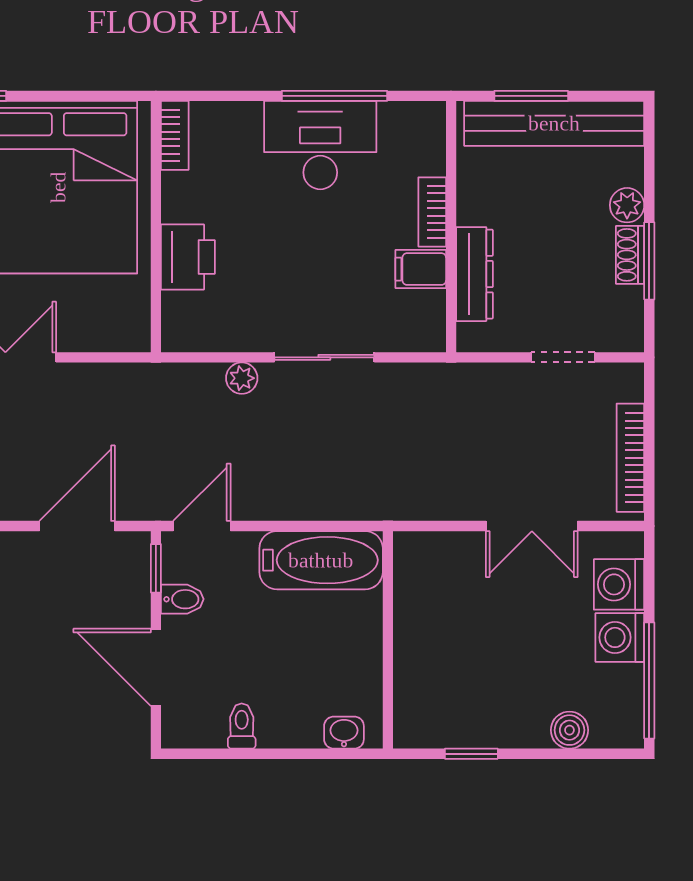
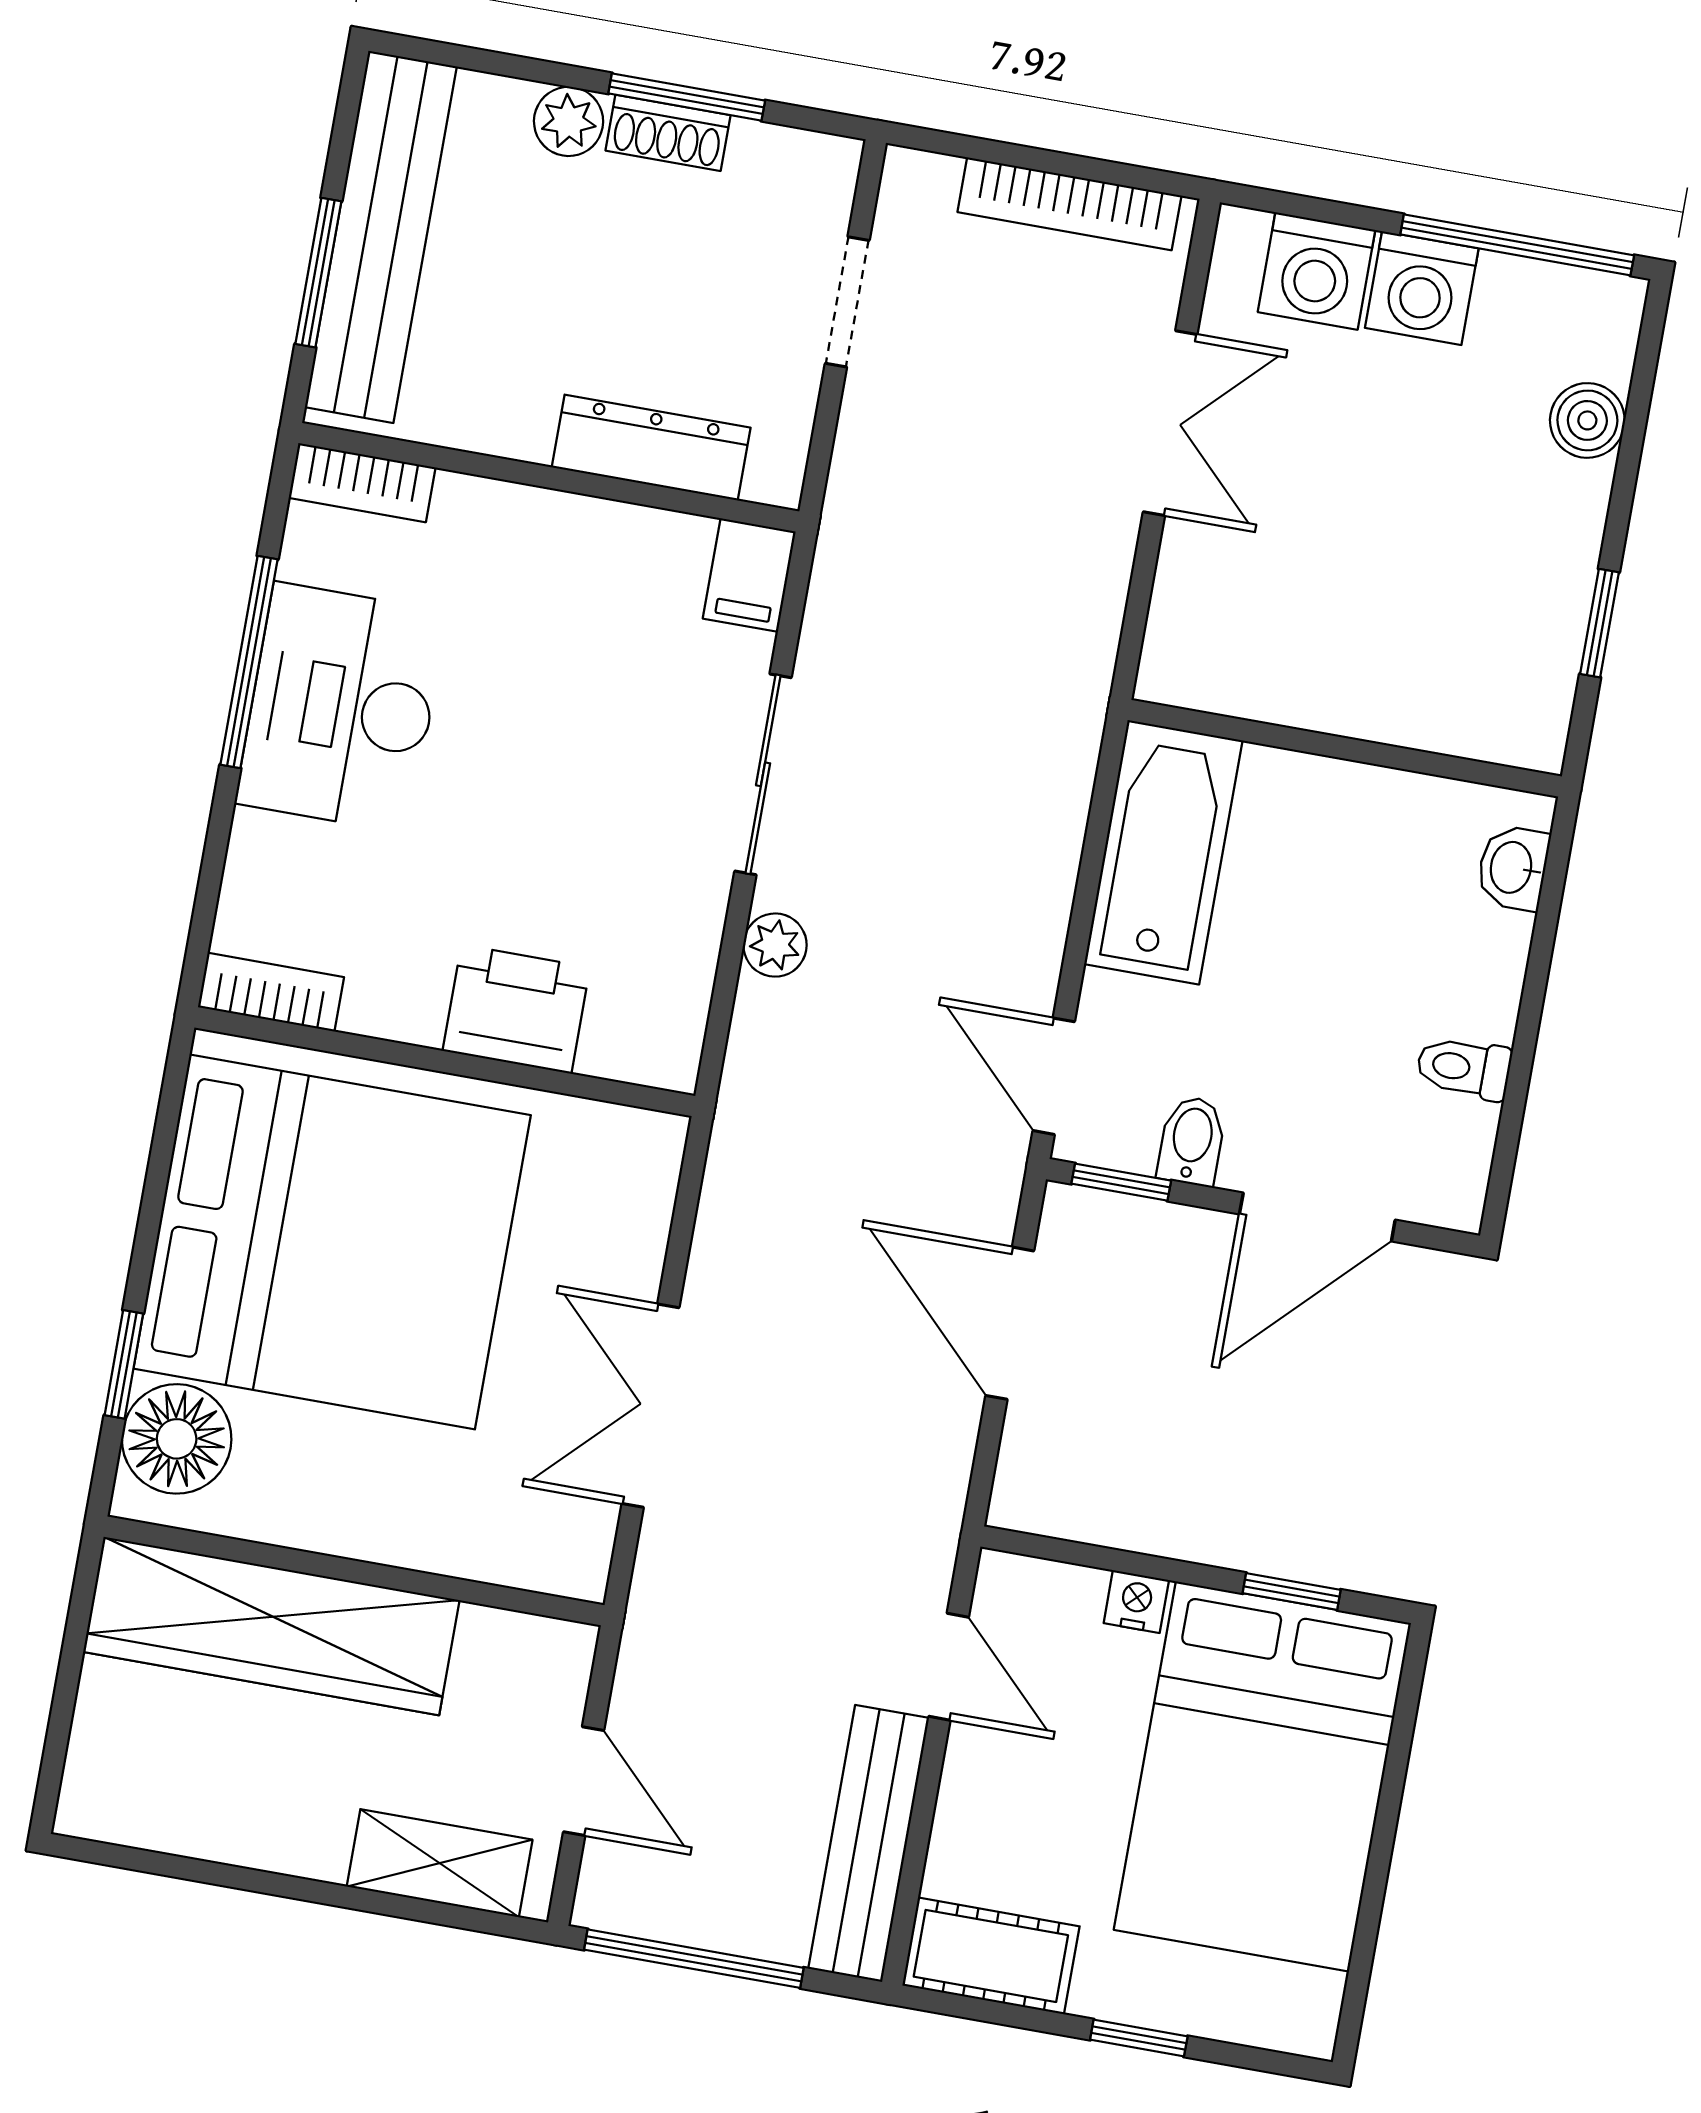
bookcase: (432, 212) -> (362, 483), moved
filing cabinet: (421, 269) -> (749, 575), moved

